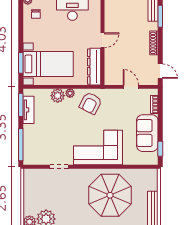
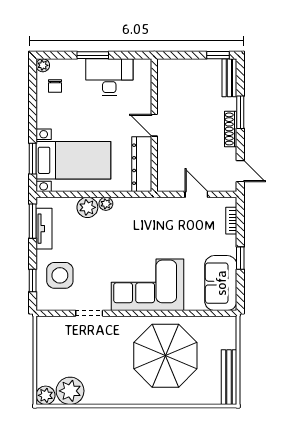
window: (160, 16) -> (240, 112), moved
door: (103, 40) -> (154, 125), swing flipped
armchair: (91, 103) -> (136, 219), removed
sofa: (147, 133) -> (221, 283), moved
side table: (39, 141) -> (60, 275), added
window: (21, 145) -> (33, 280), width x0.46
window: (160, 149) -> (240, 258), moved

